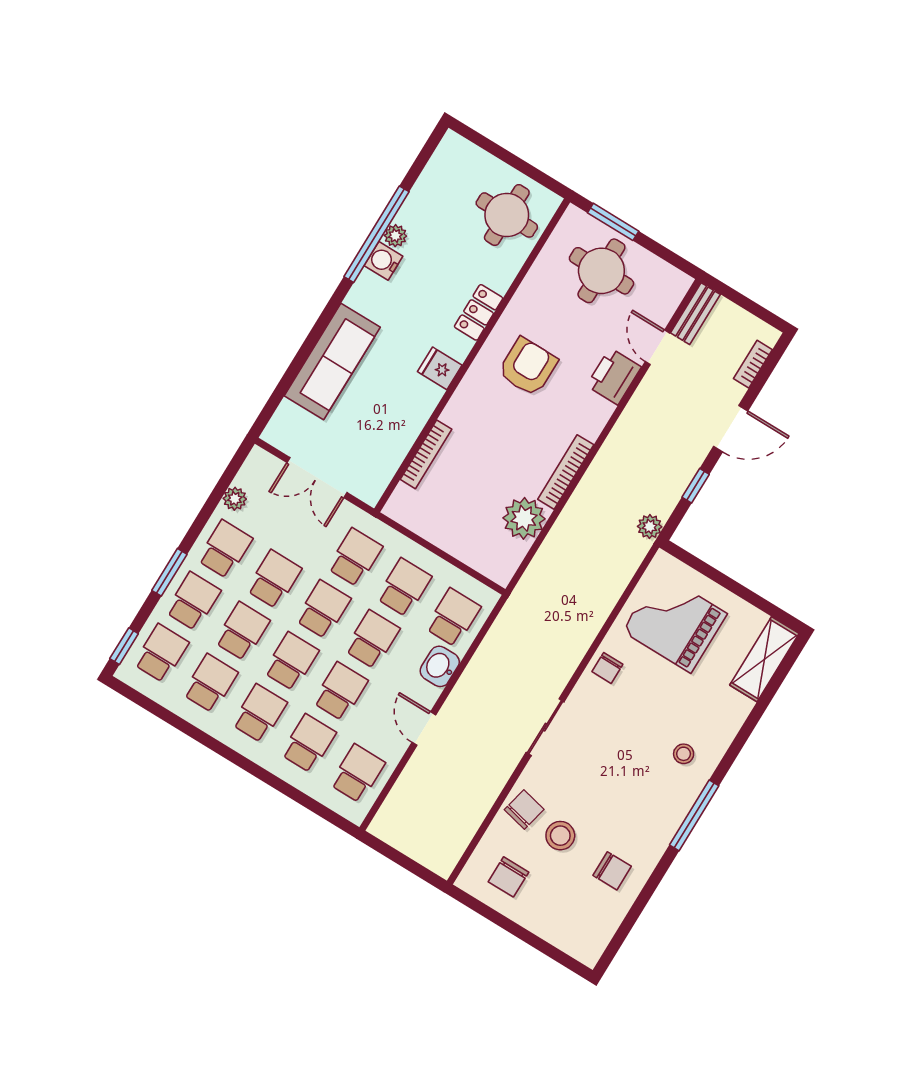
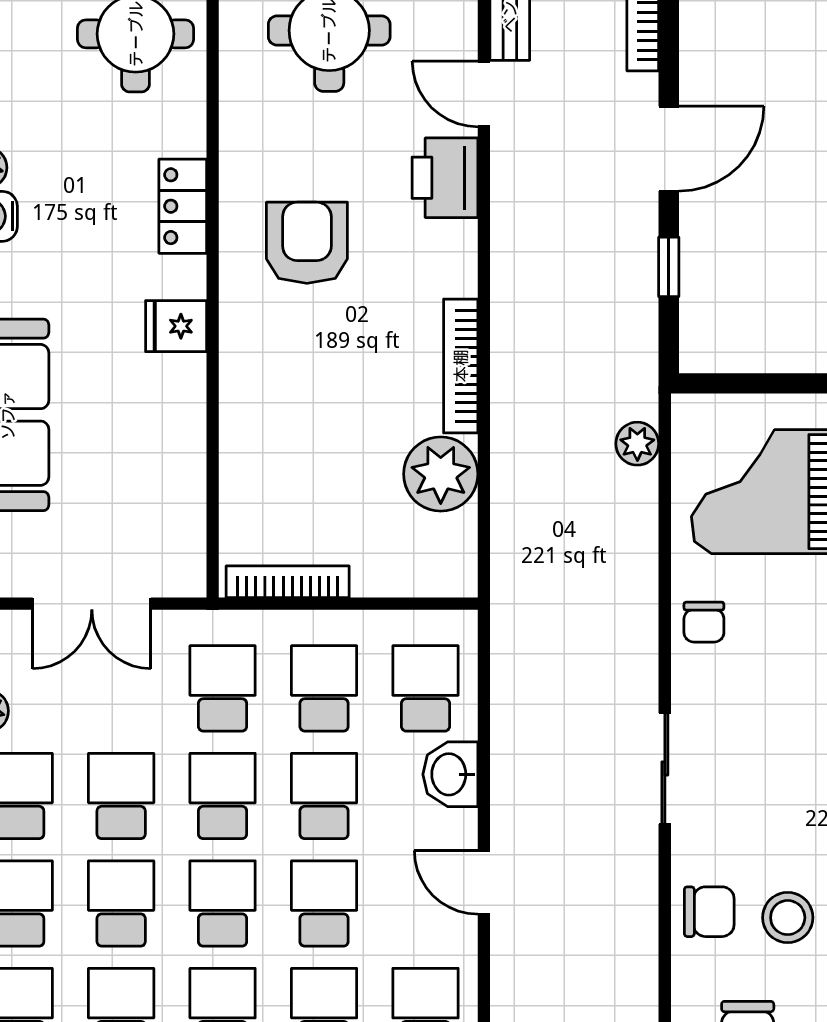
bookcase: (426, 454) -> (288, 582), moved, turned -90
plant: (650, 527) -> (637, 444), moved
chair: (524, 810) -> (709, 912), turned 77

